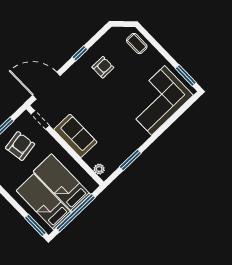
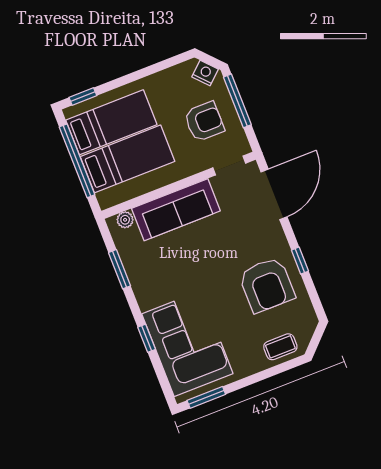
armchair: (103, 67) -> (267, 285), width x1.88, depth x1.88
window: (165, 126) -> (147, 338), added
sofa: (75, 136) -> (176, 210), width x1.36
armchair: (20, 146) -> (204, 122), turned -81
window: (35, 225) -> (83, 96), width x0.67

